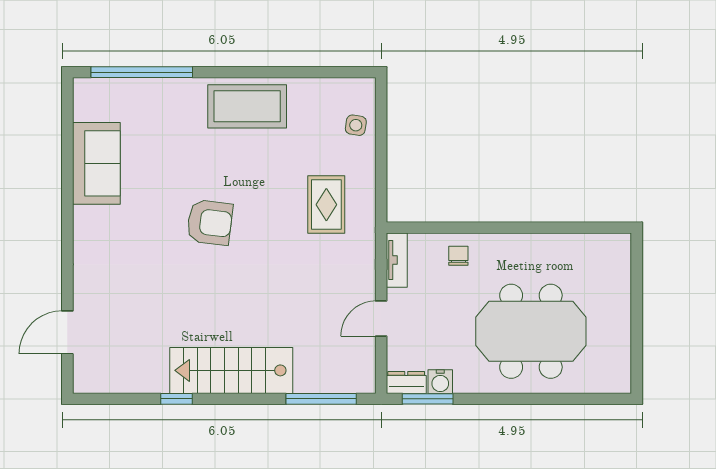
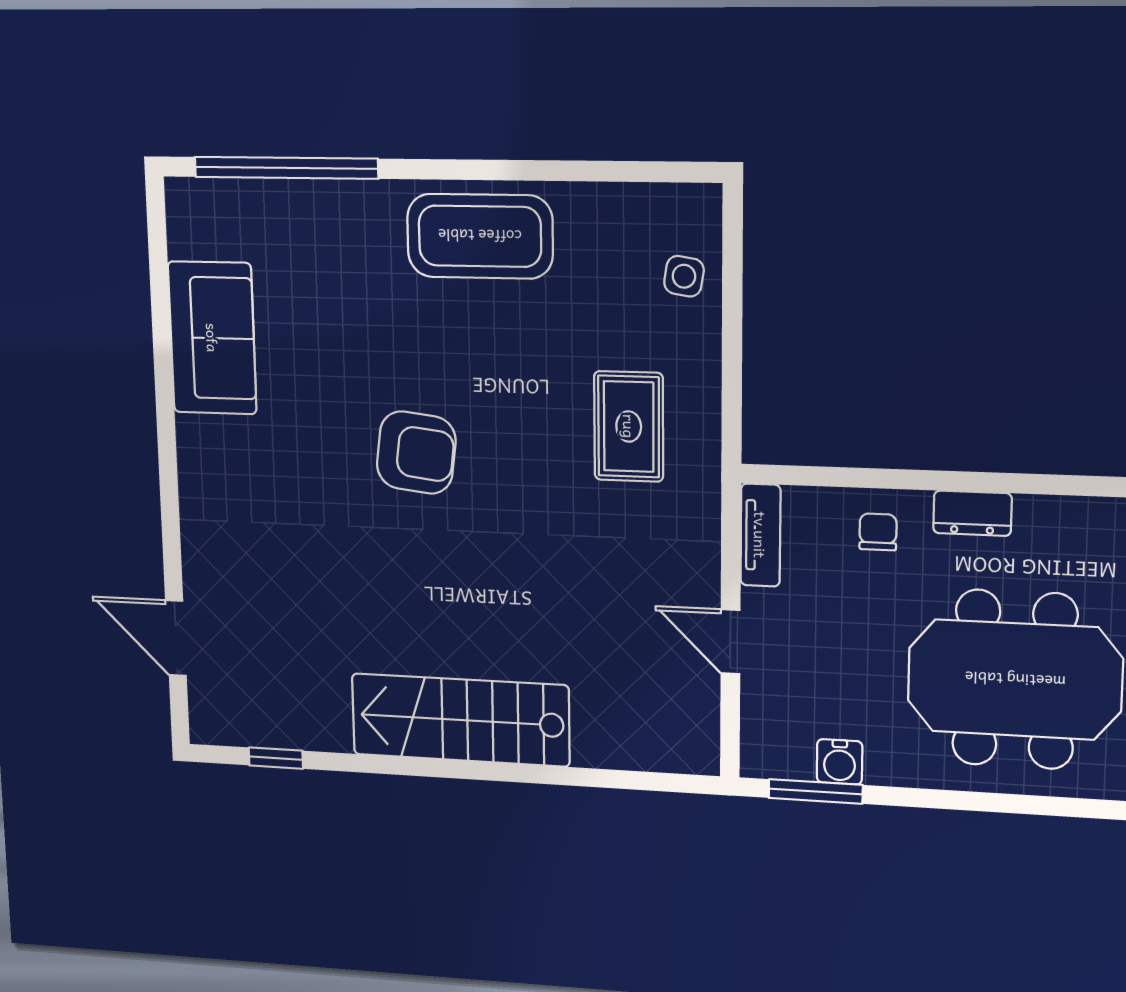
door: (381, 319) -> (730, 642), hinge flipped
door: (67, 332) -> (176, 638), hinge flipped
dresser: (406, 382) -> (972, 513), moved, turned 180
window: (176, 399) -> (276, 758), moved
window: (321, 399) -> (621, 779), removed

